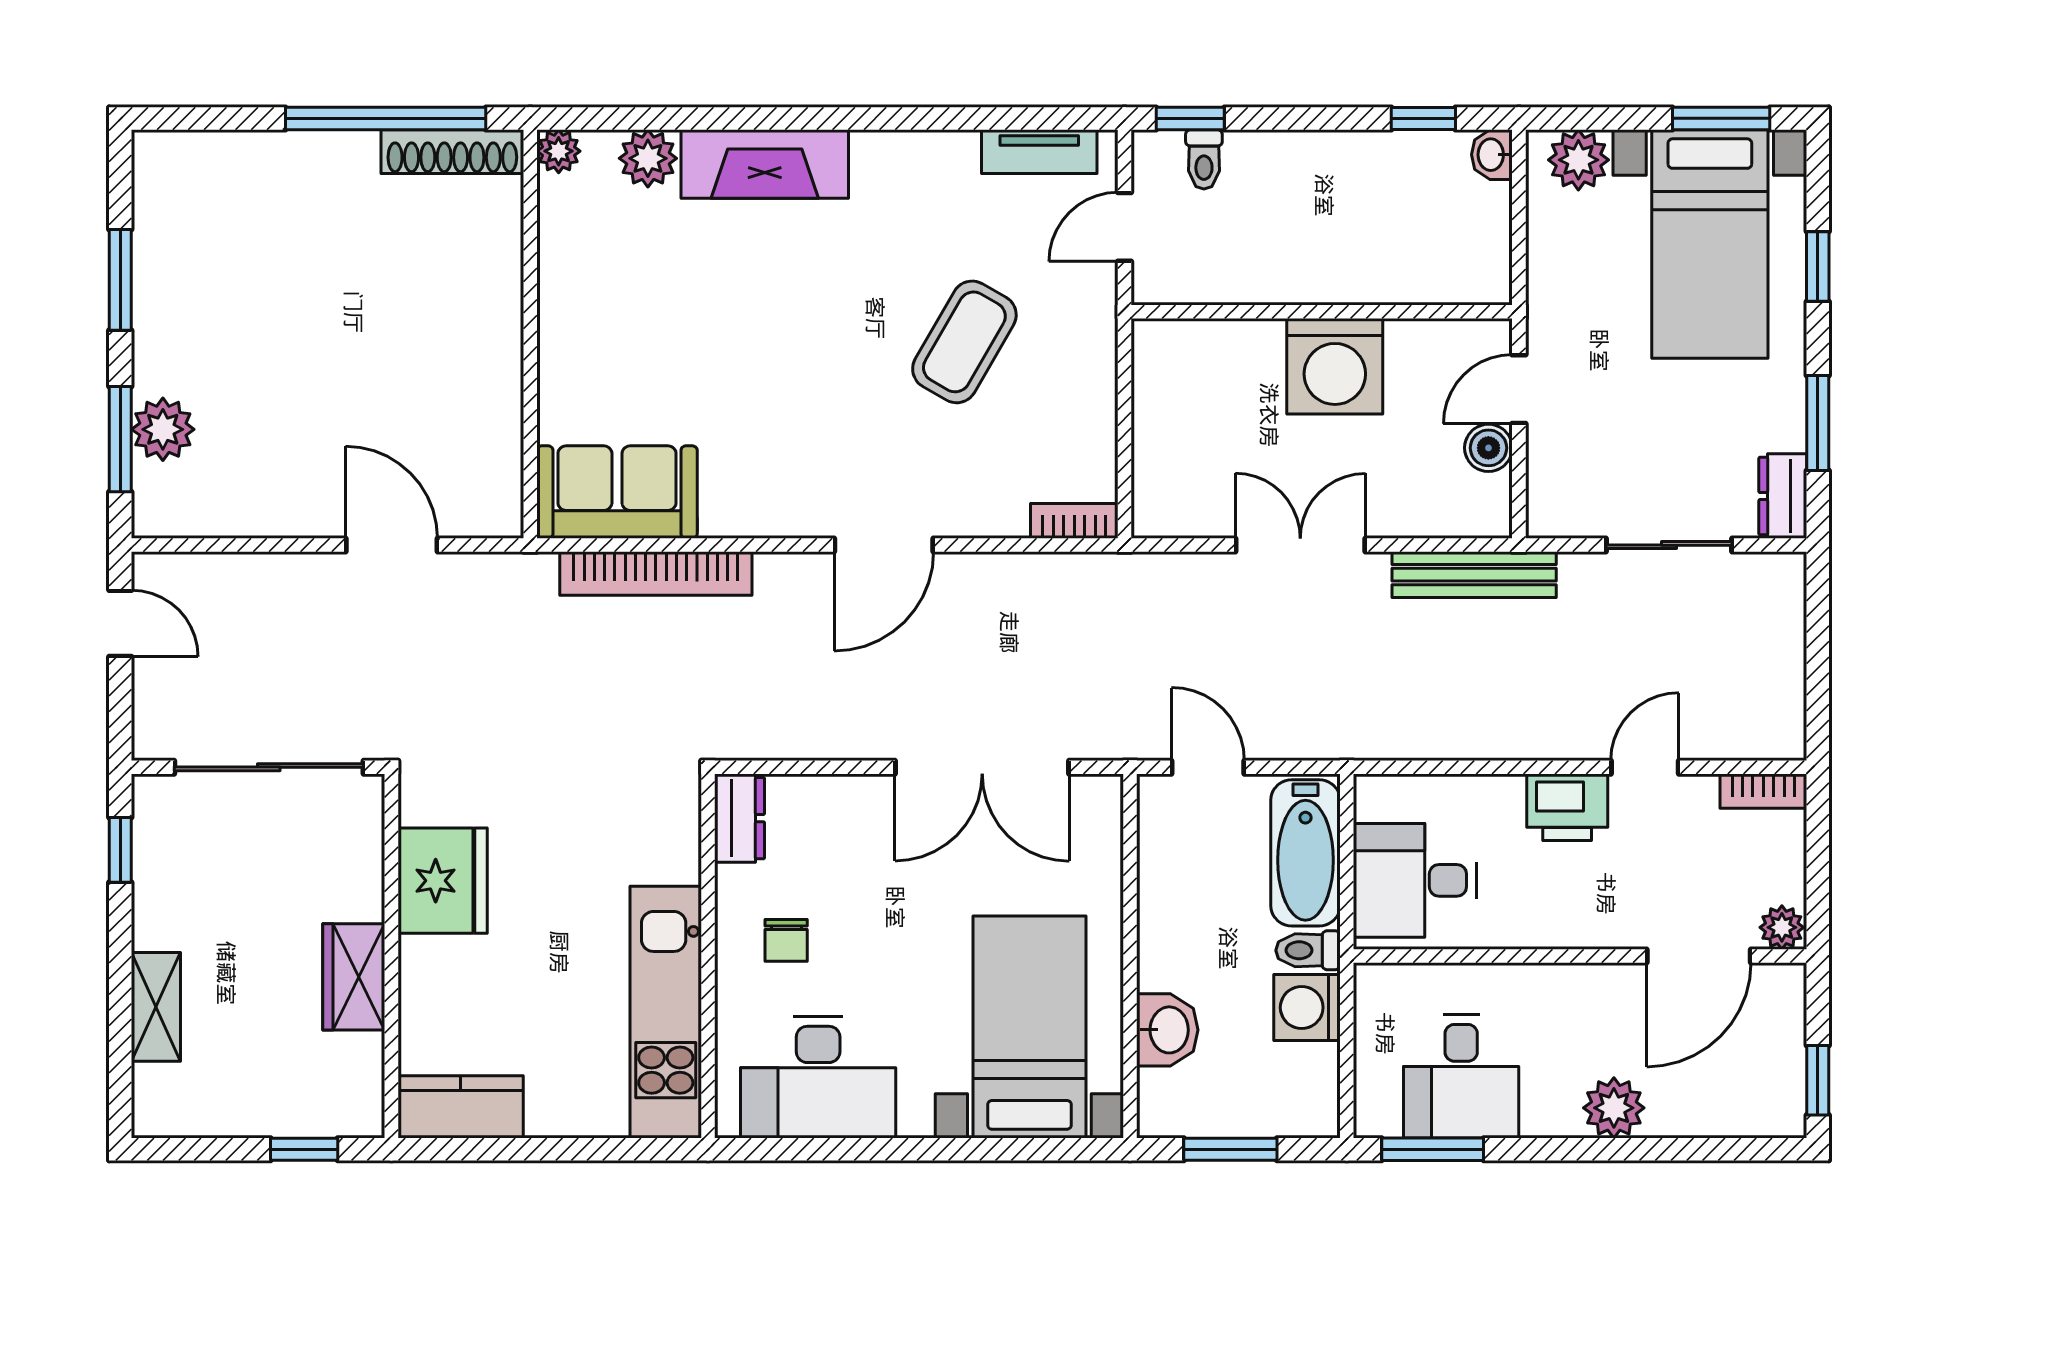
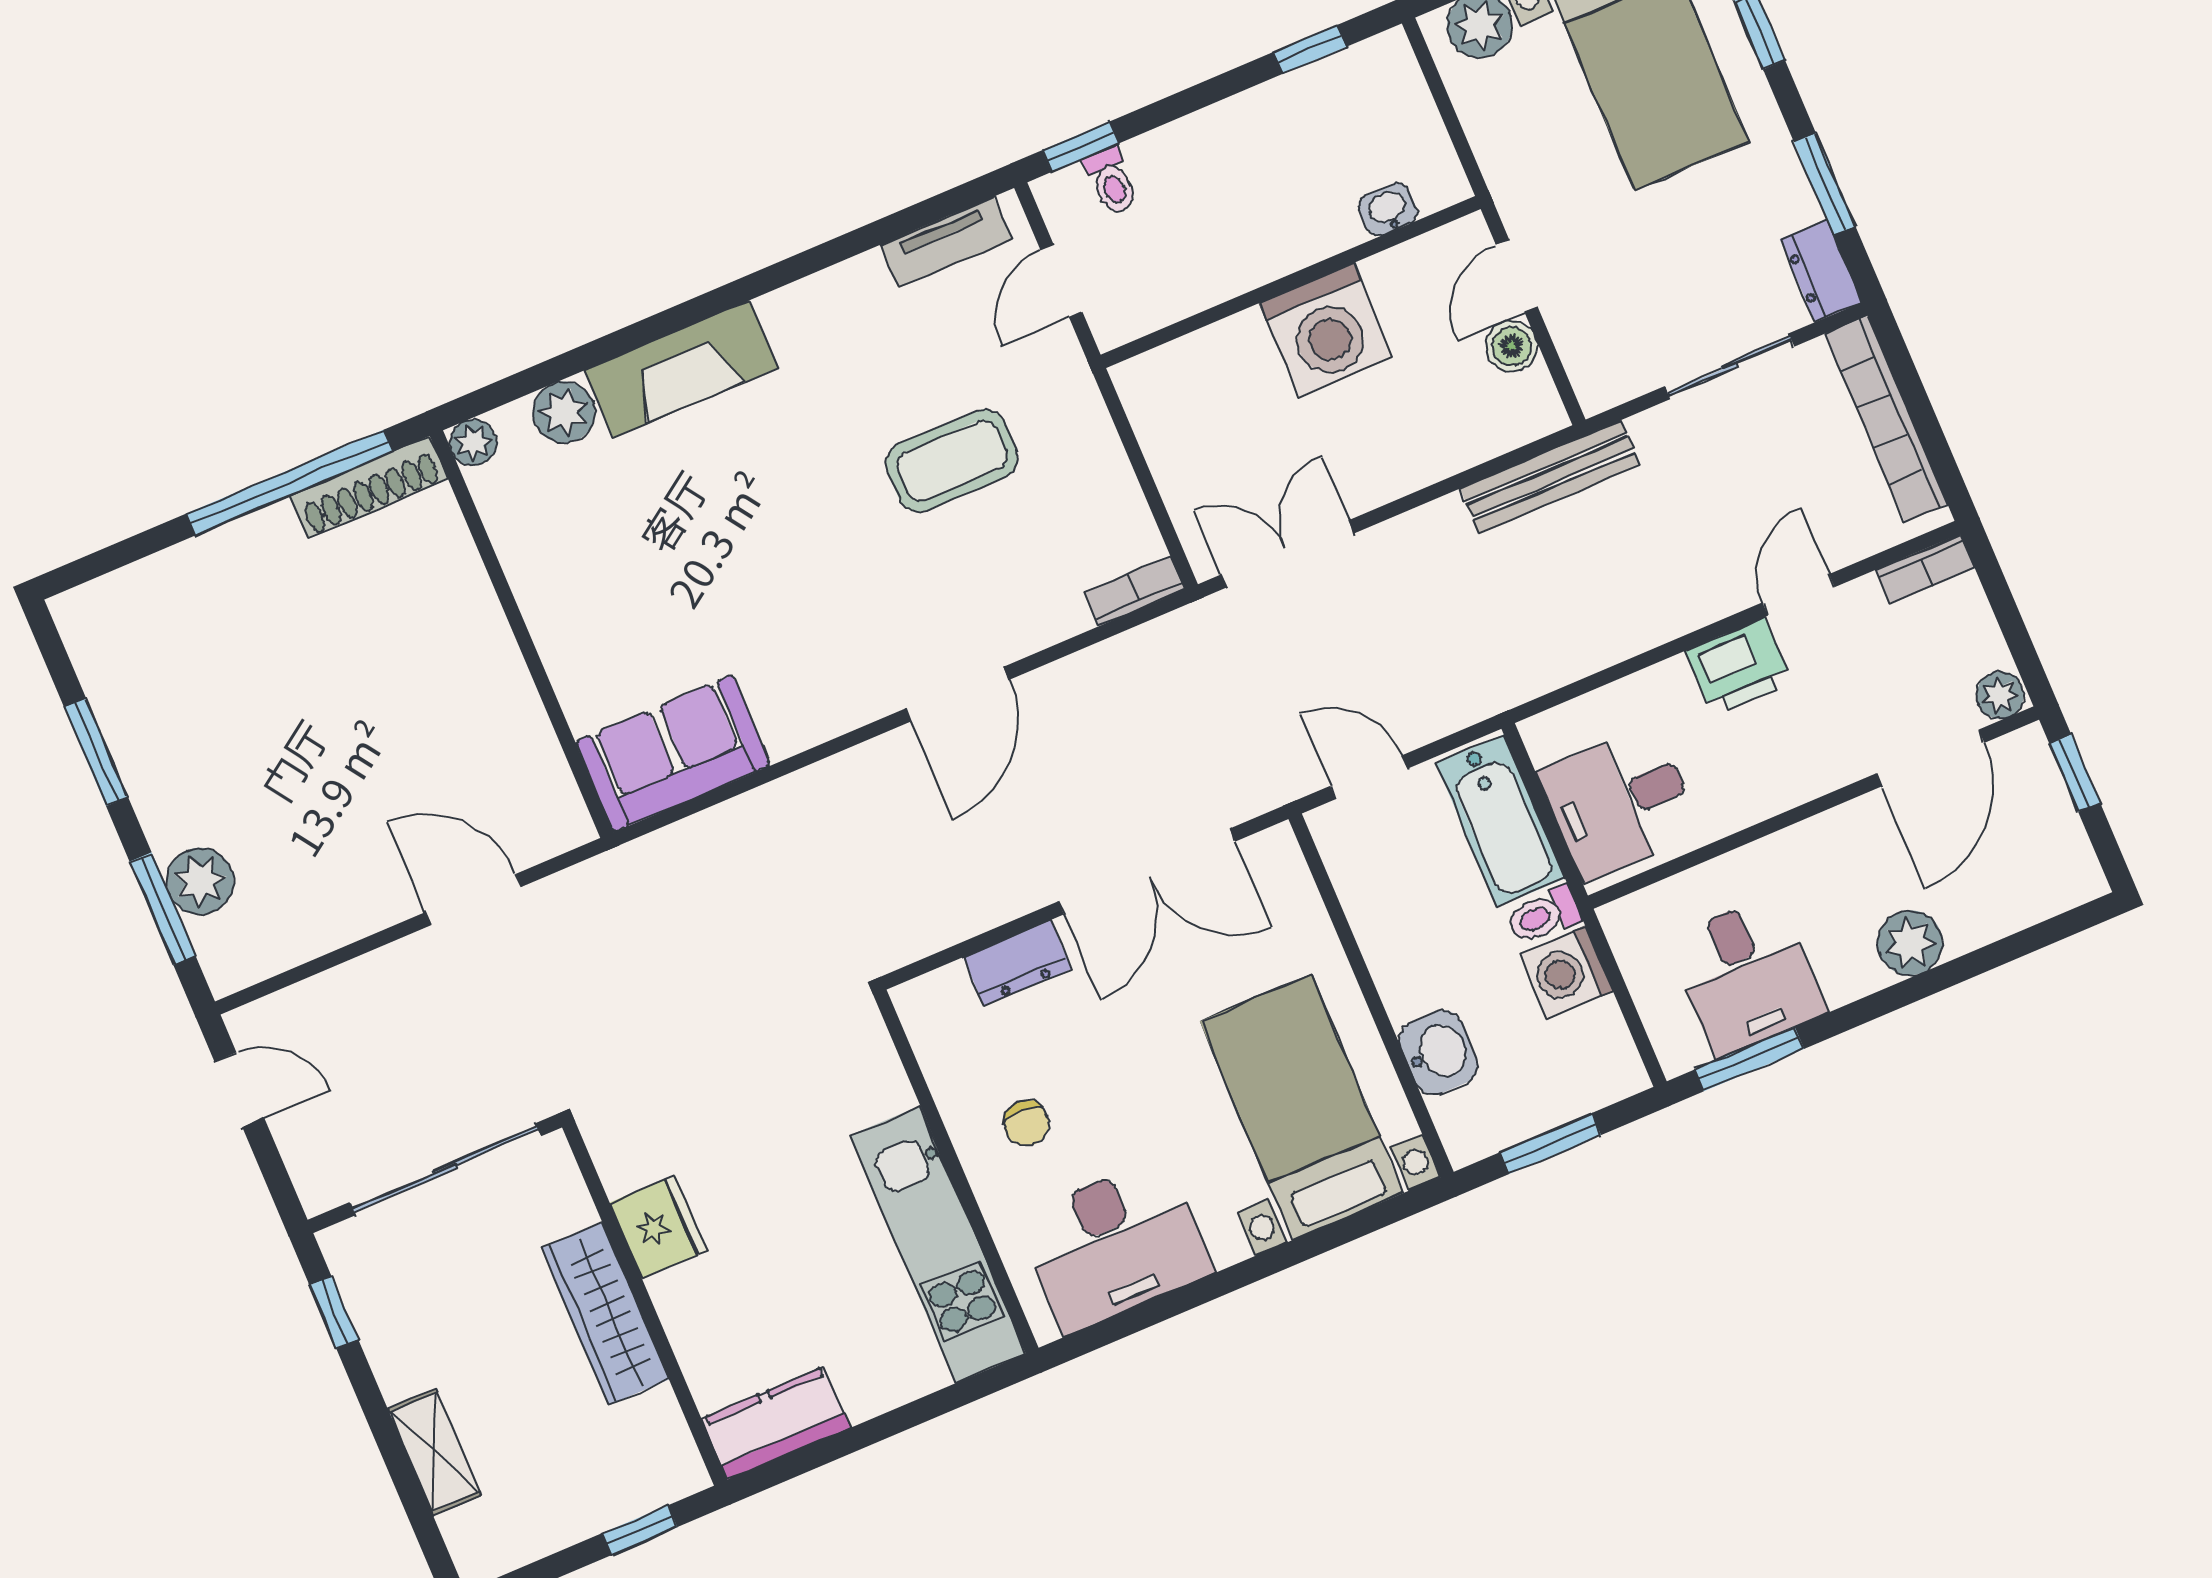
washbasin: (1492, 155) -> (1388, 209), moved, turned 90
coffee table: (964, 342) -> (952, 461), turned 60
double door: (1300, 545) -> (1287, 554), moved
bookcase: (656, 573) -> (1886, 419), moved, turned 90
dresser: (740, 818) -> (1017, 963), moved, turned 90
fridge: (443, 881) -> (658, 1227), width x0.73, depth x0.75
wardrobe: (354, 977) -> (605, 1314), width x1.50
window: (1818, 1080) -> (2075, 773), moved

